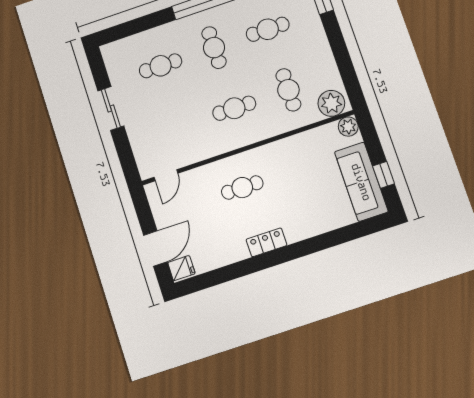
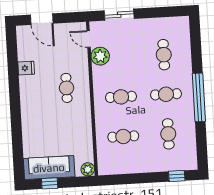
plant: (331, 103) -> (100, 56), moved
sliding door: (111, 108) -> (119, 15), moved
cafe table: (234, 108) -> (121, 97), turned 90
locker: (266, 242) -> (26, 94), removed
fridge: (181, 268) -> (26, 68), moved, turned -90

